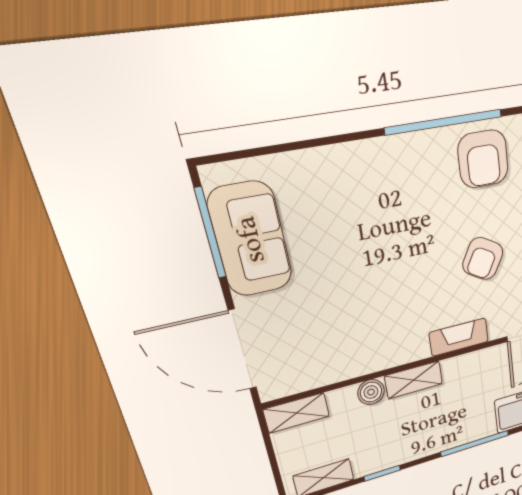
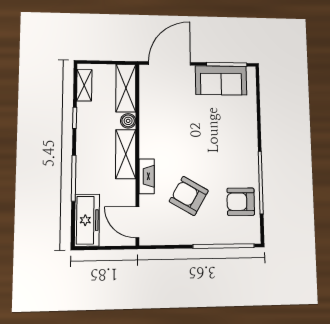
armchair: (483, 259) -> (189, 196), width x1.38, depth x1.38
shelving: (414, 380) -> (126, 154), width x1.50, depth x1.33
shelving: (297, 413) -> (126, 88), width x1.50, depth x1.33

